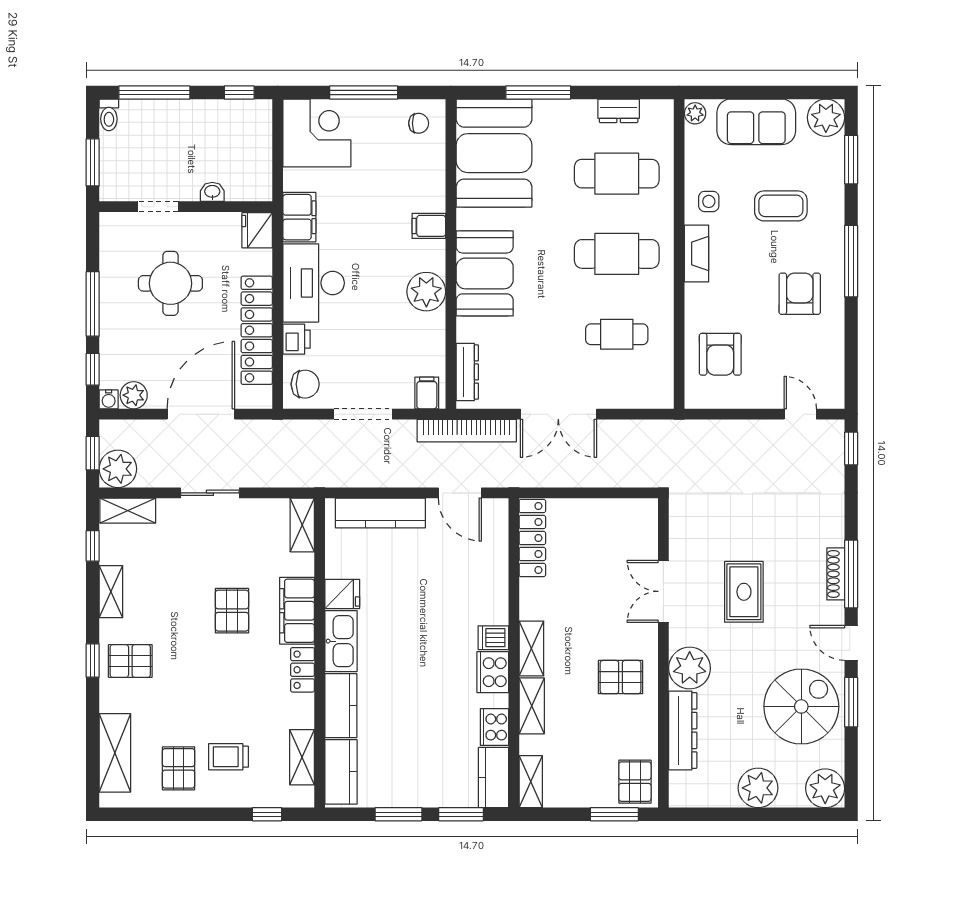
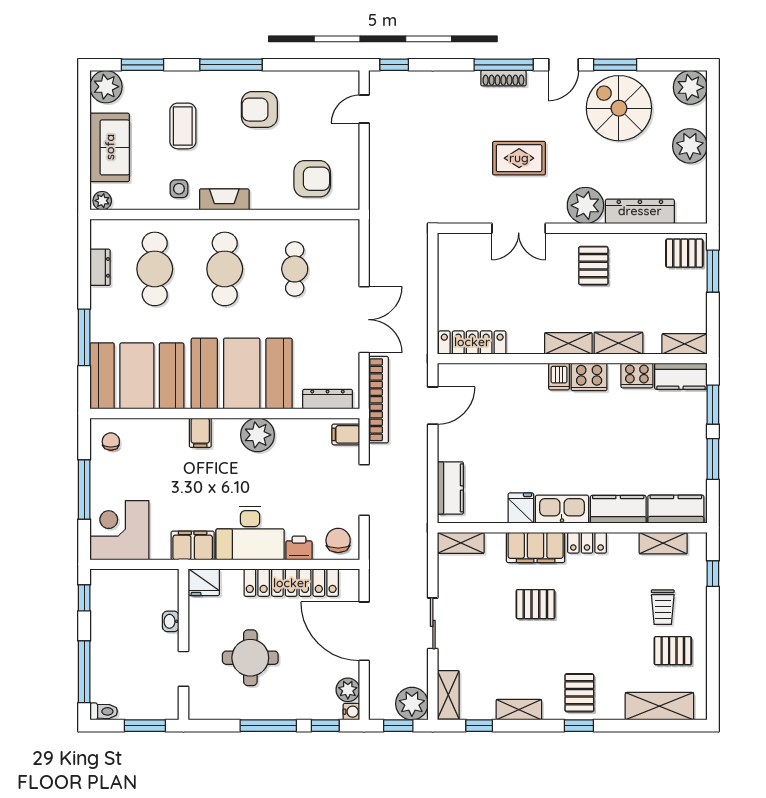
booth: (485, 273) -> (242, 373), width x1.36, depth x1.42
kitchen counter: (380, 513) -> (450, 488), width x0.67

